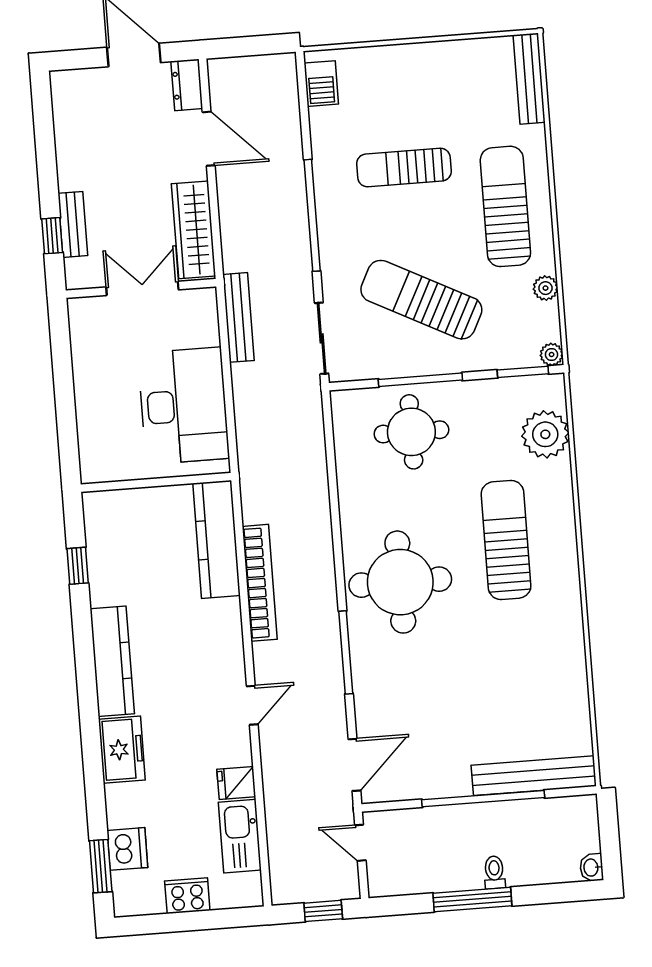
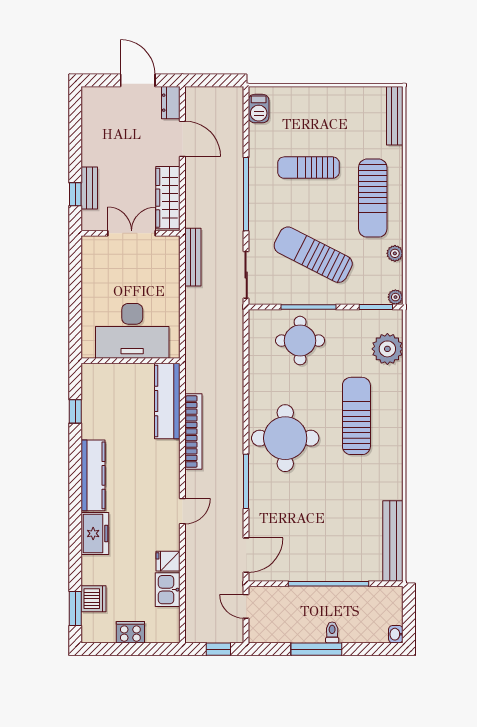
sun lounger: (505, 206) -> (373, 198), turned 180
desk: (184, 406) -> (132, 331), moved, turned 90
bench: (534, 776) -> (393, 541), moved, turned 90
kitchen sink: (240, 836) -> (168, 590), width x0.73

